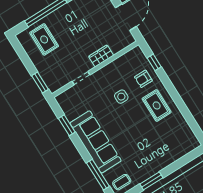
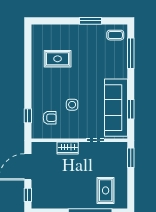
armchair: (143, 79) -> (50, 118), moved
rug: (157, 105) -> (58, 59), moved, turned 90
sofa: (96, 142) -> (116, 108), moved

